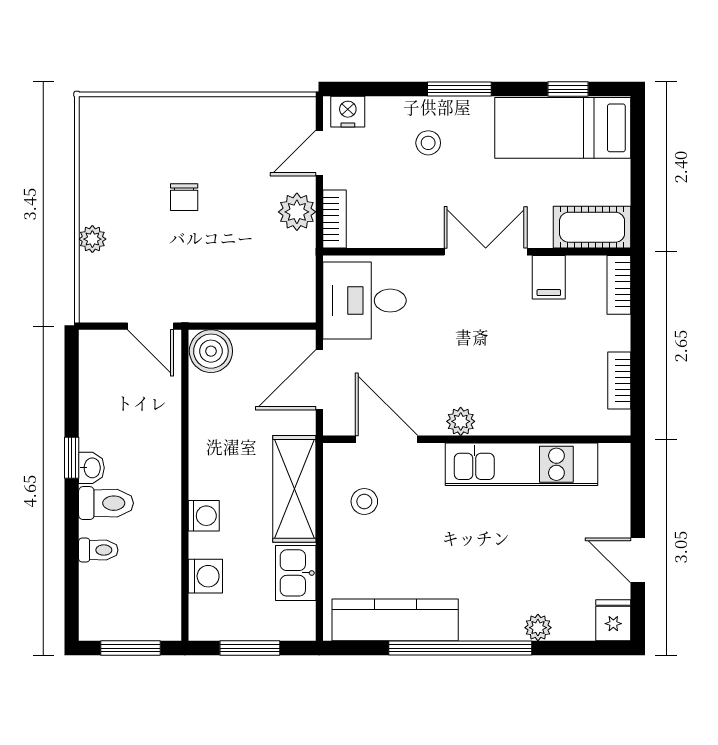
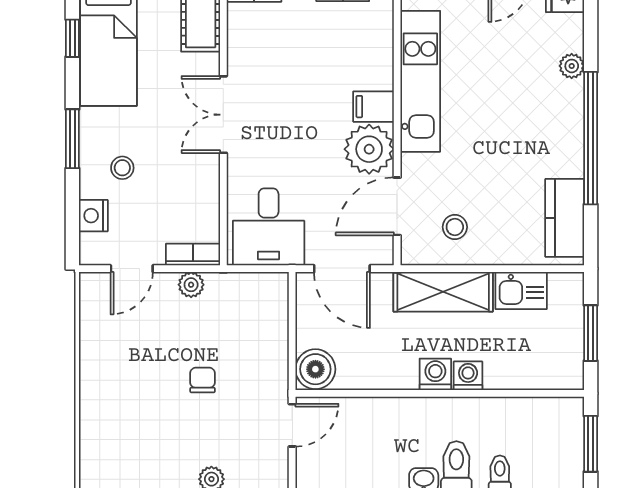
nightstand: (348, 112) -> (93, 216), moved
door: (319, 153) -> (132, 269), hinge flipped
chair: (184, 197) -> (203, 380), moved, turned -90
plant: (297, 212) -> (191, 285), width x0.73, depth x0.73
filing cabinet: (549, 277) -> (374, 107), moved, turned 180
plant: (461, 421) -> (369, 149), width x1.88, depth x1.88
washing machine: (205, 576) -> (435, 374), moved
kitchen counter: (395, 620) -> (565, 218), width x0.67

